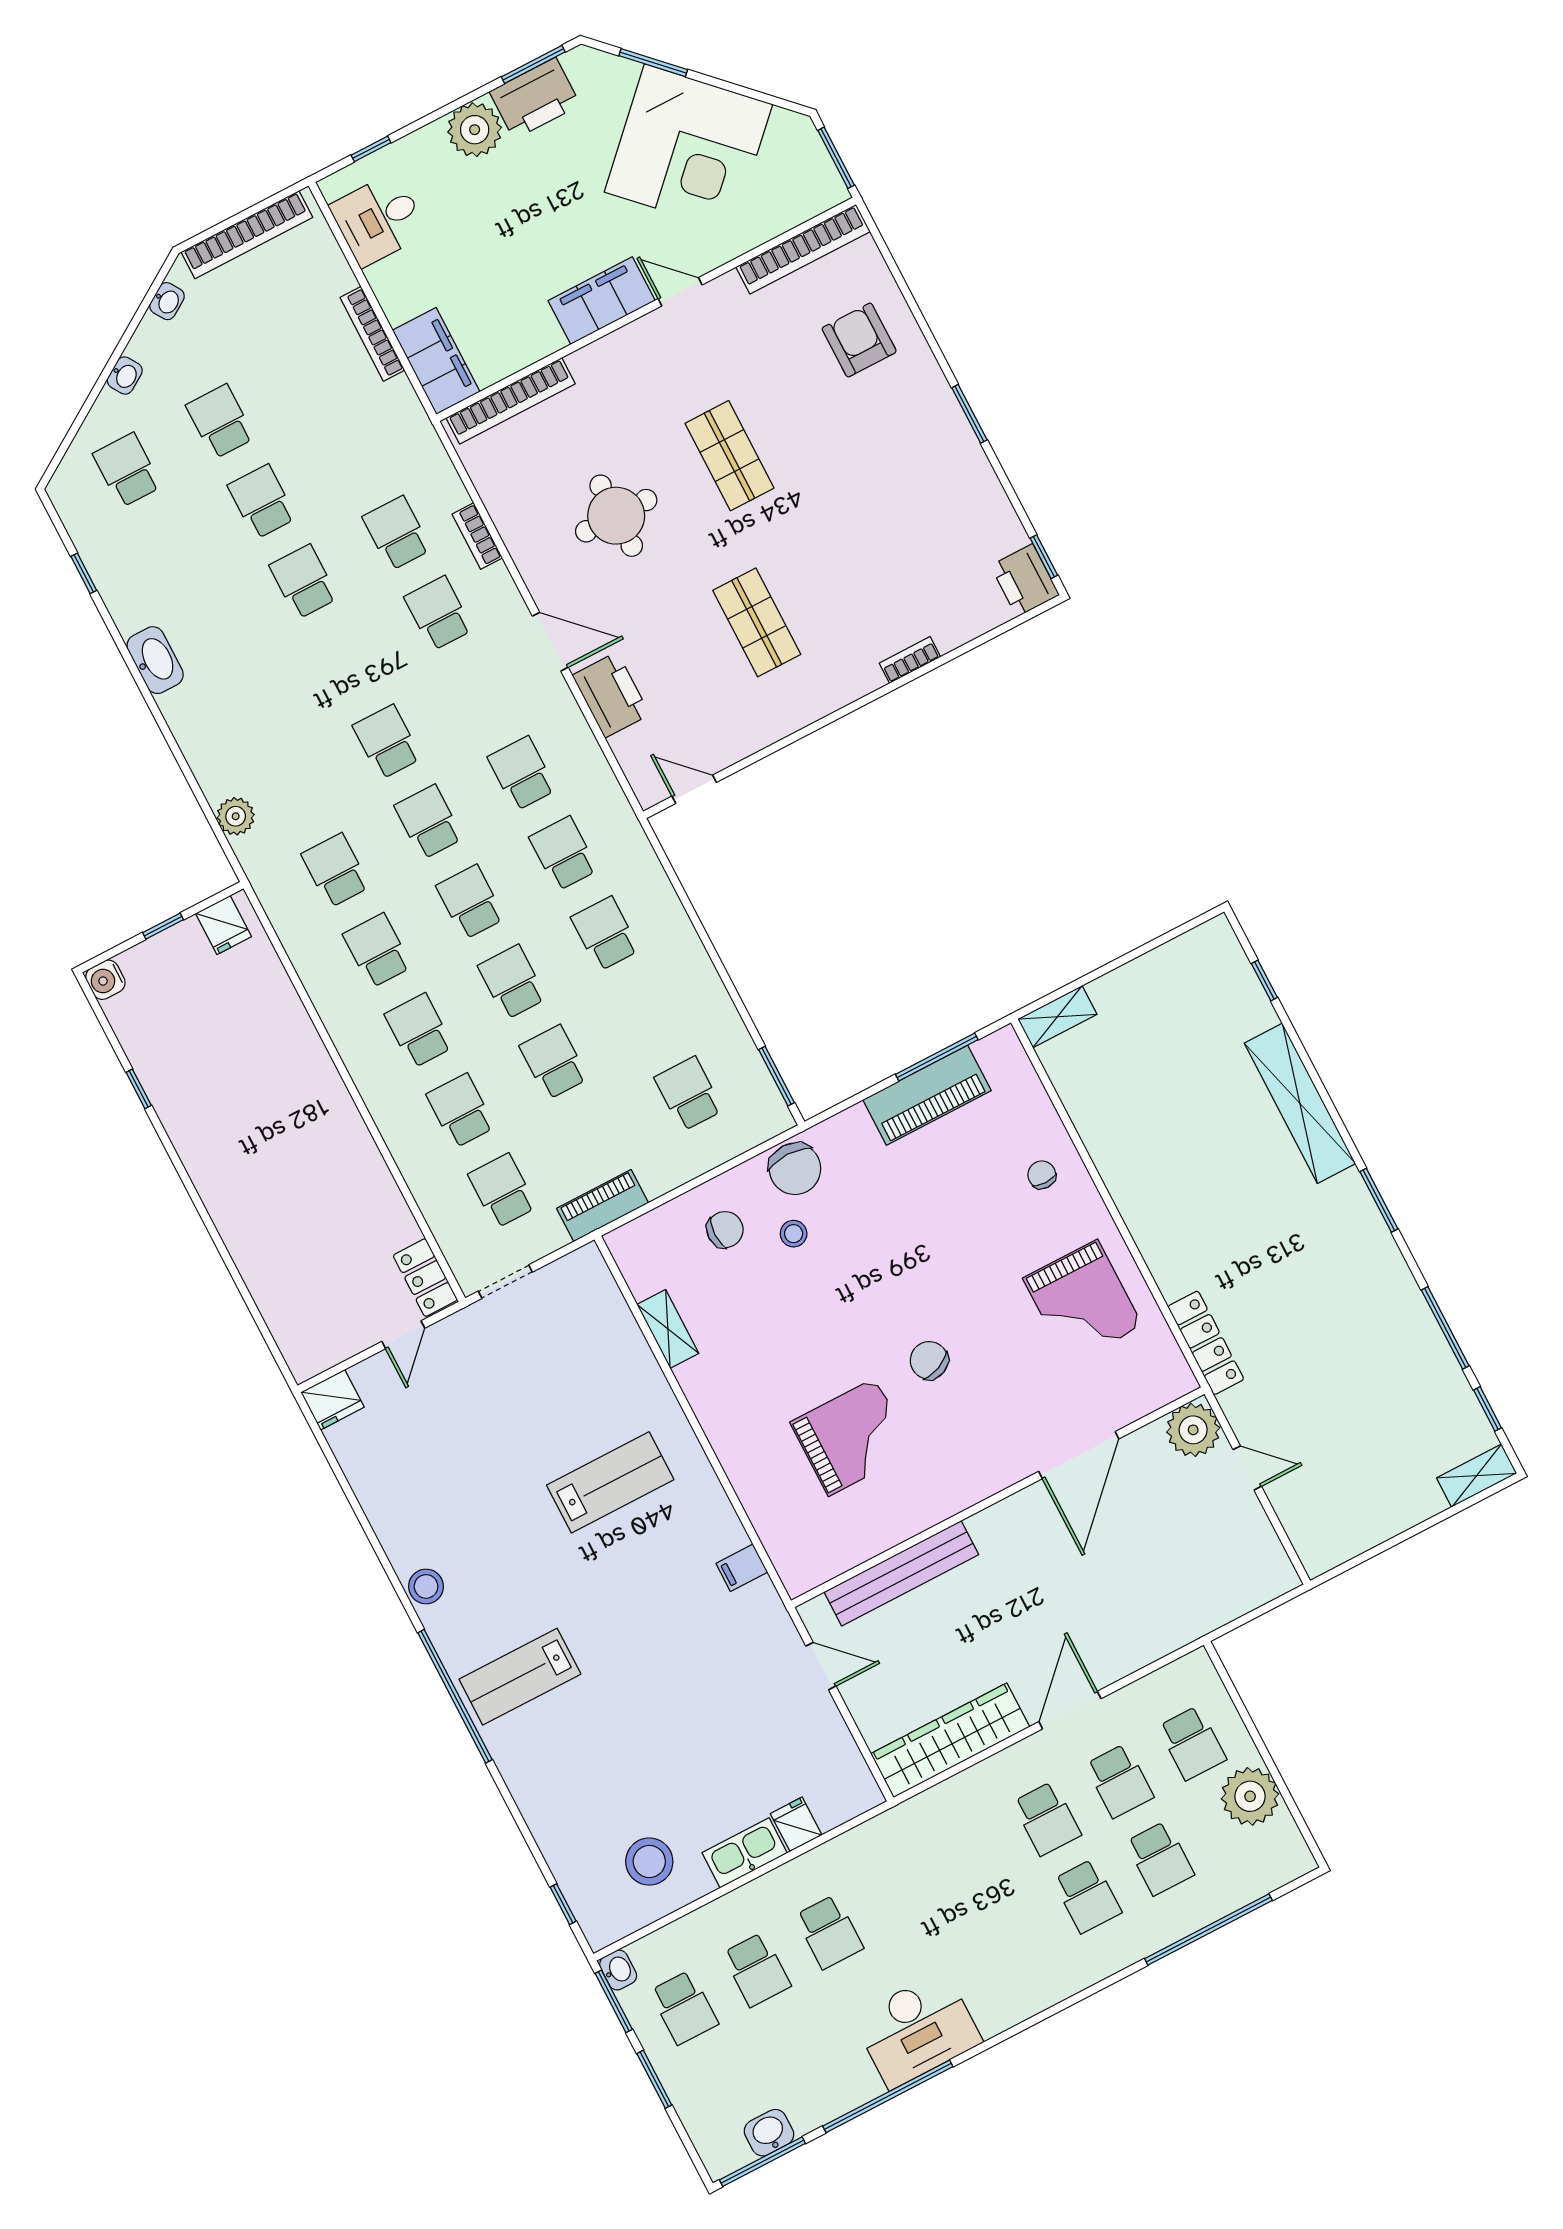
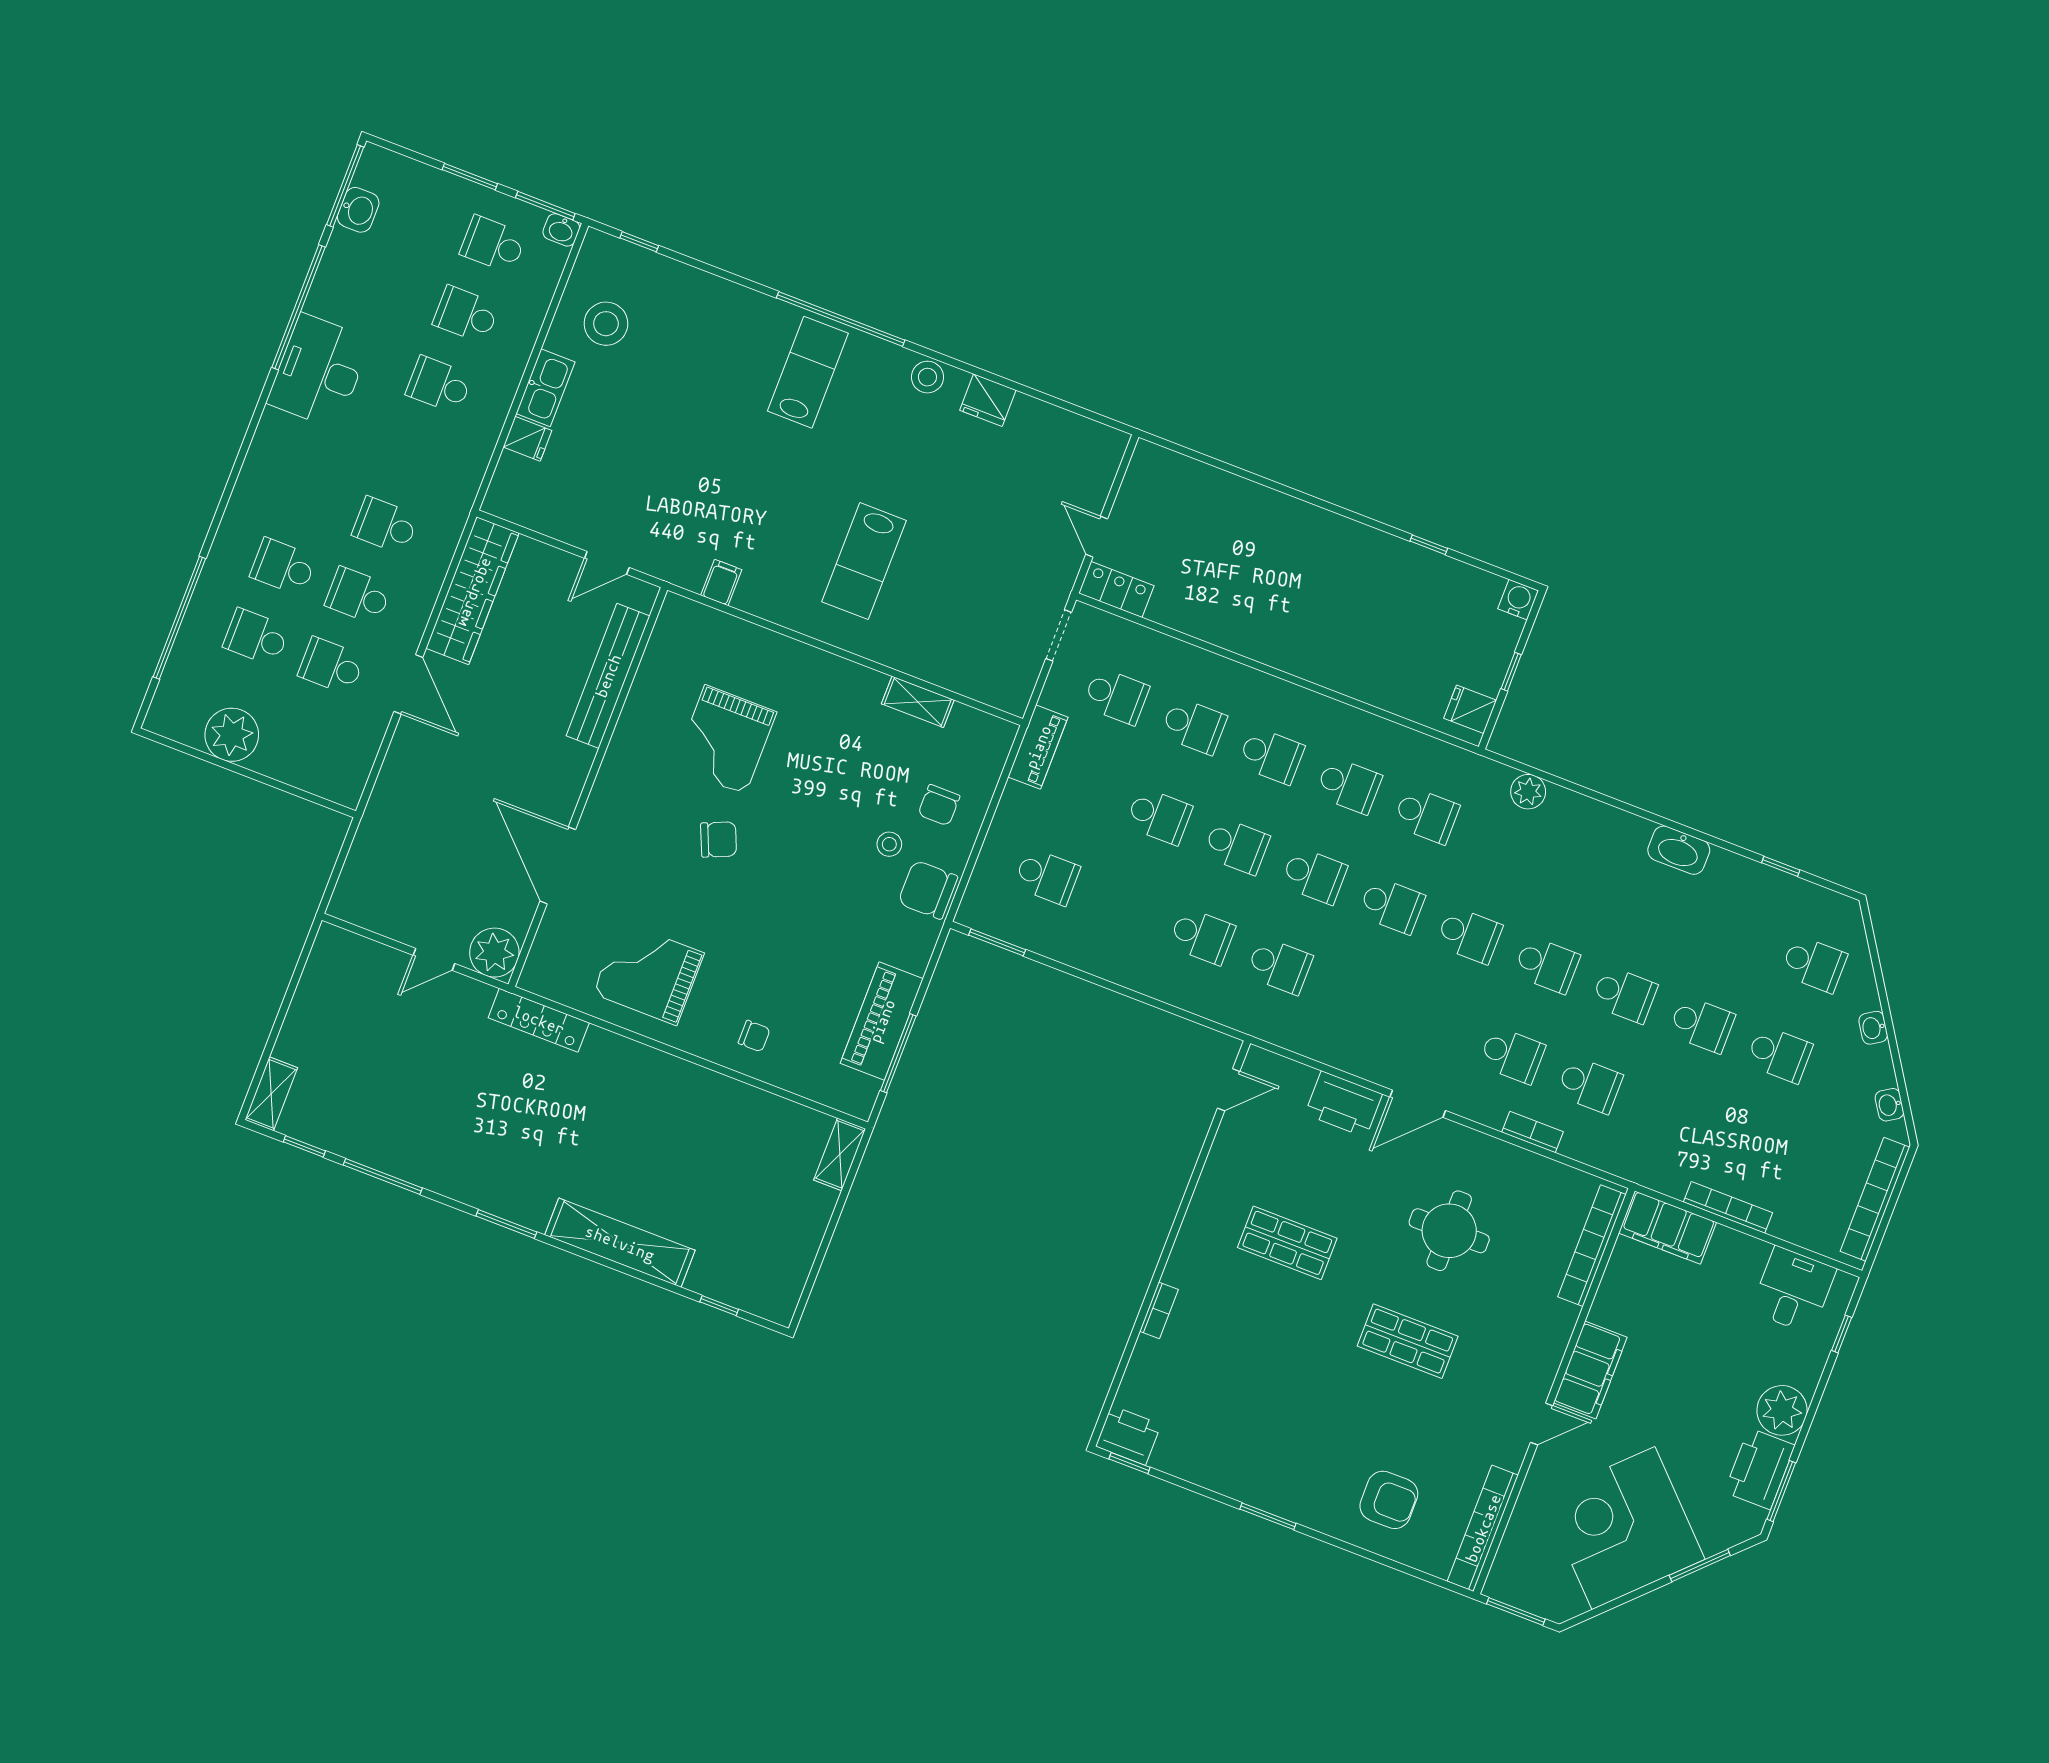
school desk: (522, 773) -> (1547, 965), moved
fridge: (333, 1400) -> (988, 400), moved, turned -90
school desk: (1192, 1743) -> (385, 525), moved

